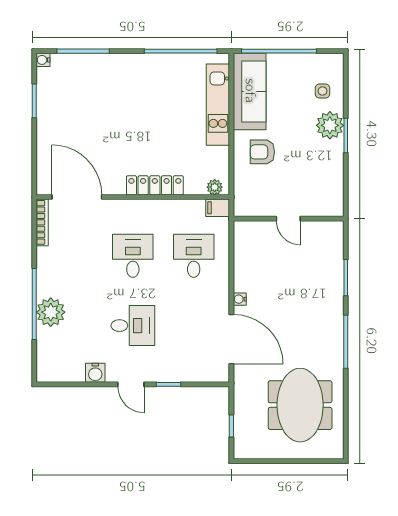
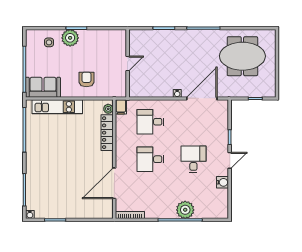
sofa: (250, 91) -> (43, 87), width x0.73
armchair: (262, 152) -> (86, 79), turned 180
locker: (155, 185) -> (107, 133), moved
door: (77, 197) -> (114, 183), moved

